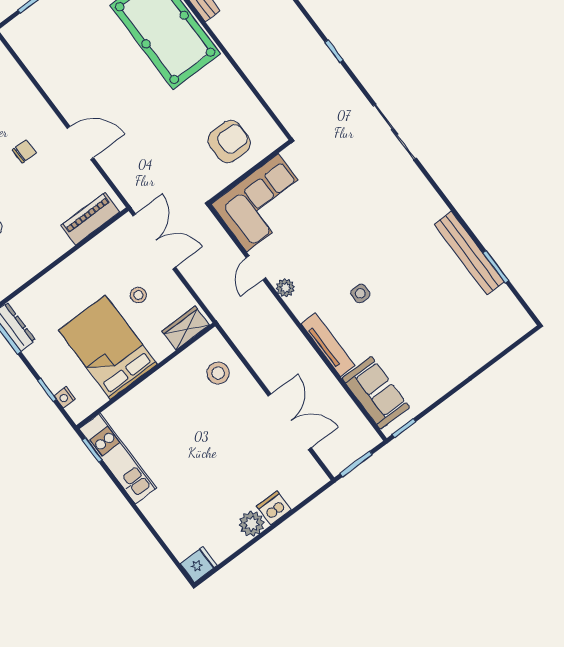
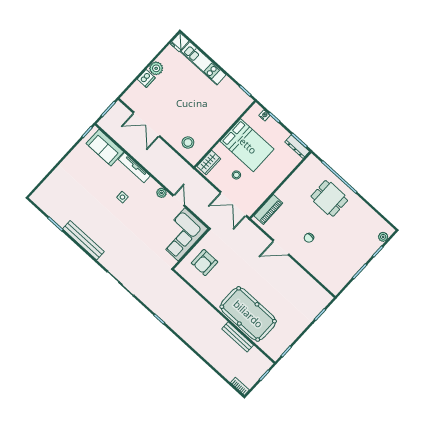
bench: (469, 253) -> (83, 240), moved
kitchen unit: (118, 458) -> (203, 63), moved

